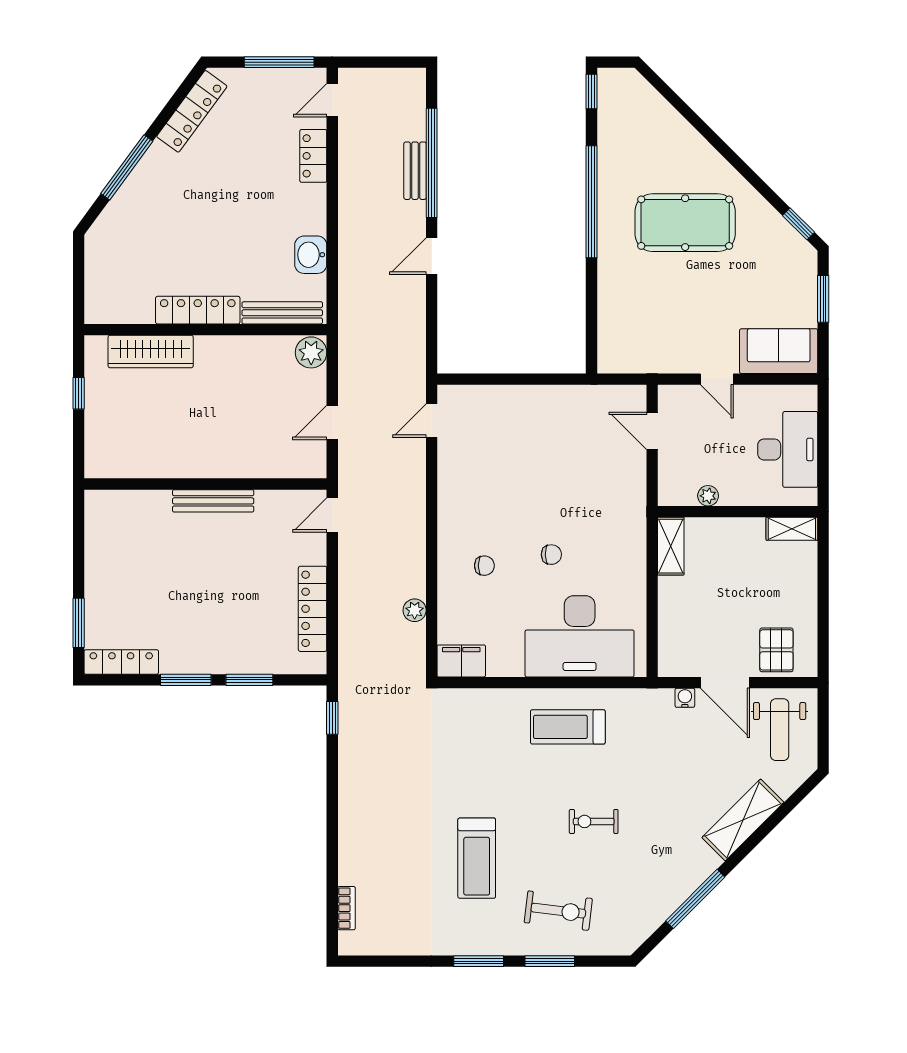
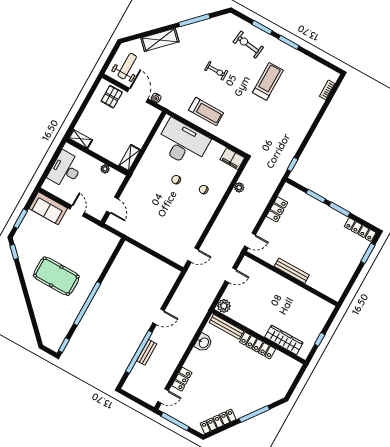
locker: (313, 609) -> (277, 209), width x0.66

